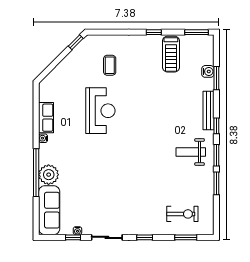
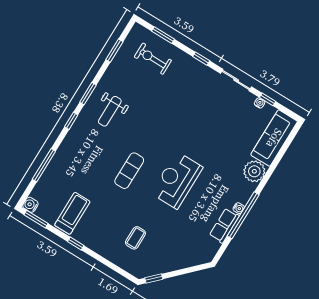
water cooler: (208, 71) -> (30, 205), moved
window: (216, 78) -> (44, 165), width x1.44
reception desk: (100, 111) -> (177, 180), moved
bench: (208, 111) -> (70, 140), removed
exercise mat: (147, 115) -> (129, 171), added
weight bench: (191, 152) -> (110, 111), turned 90
window: (36, 173) -> (243, 215), moved
window: (216, 183) -> (114, 51), moved

